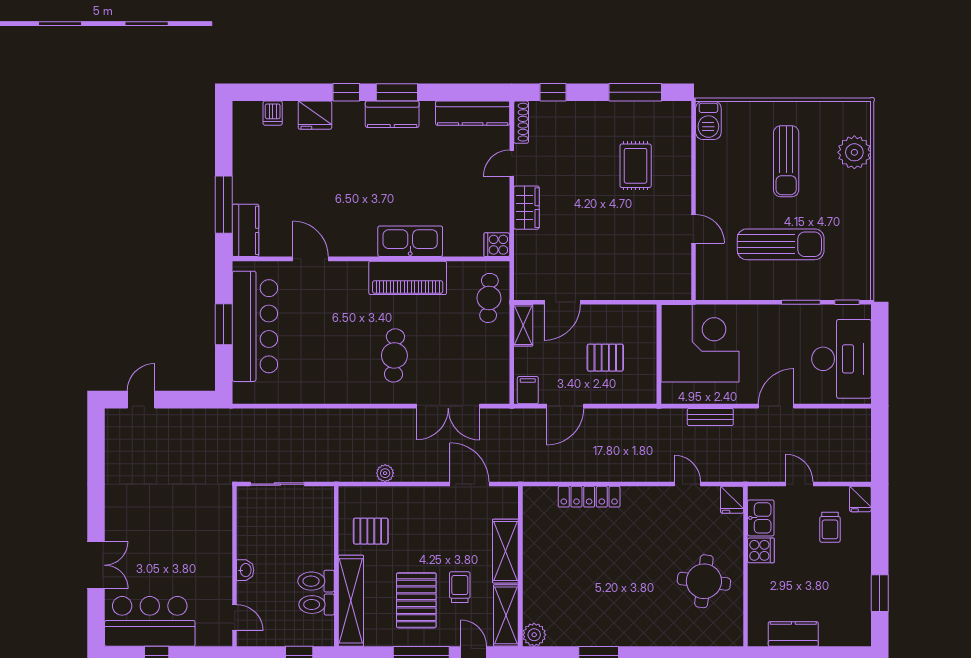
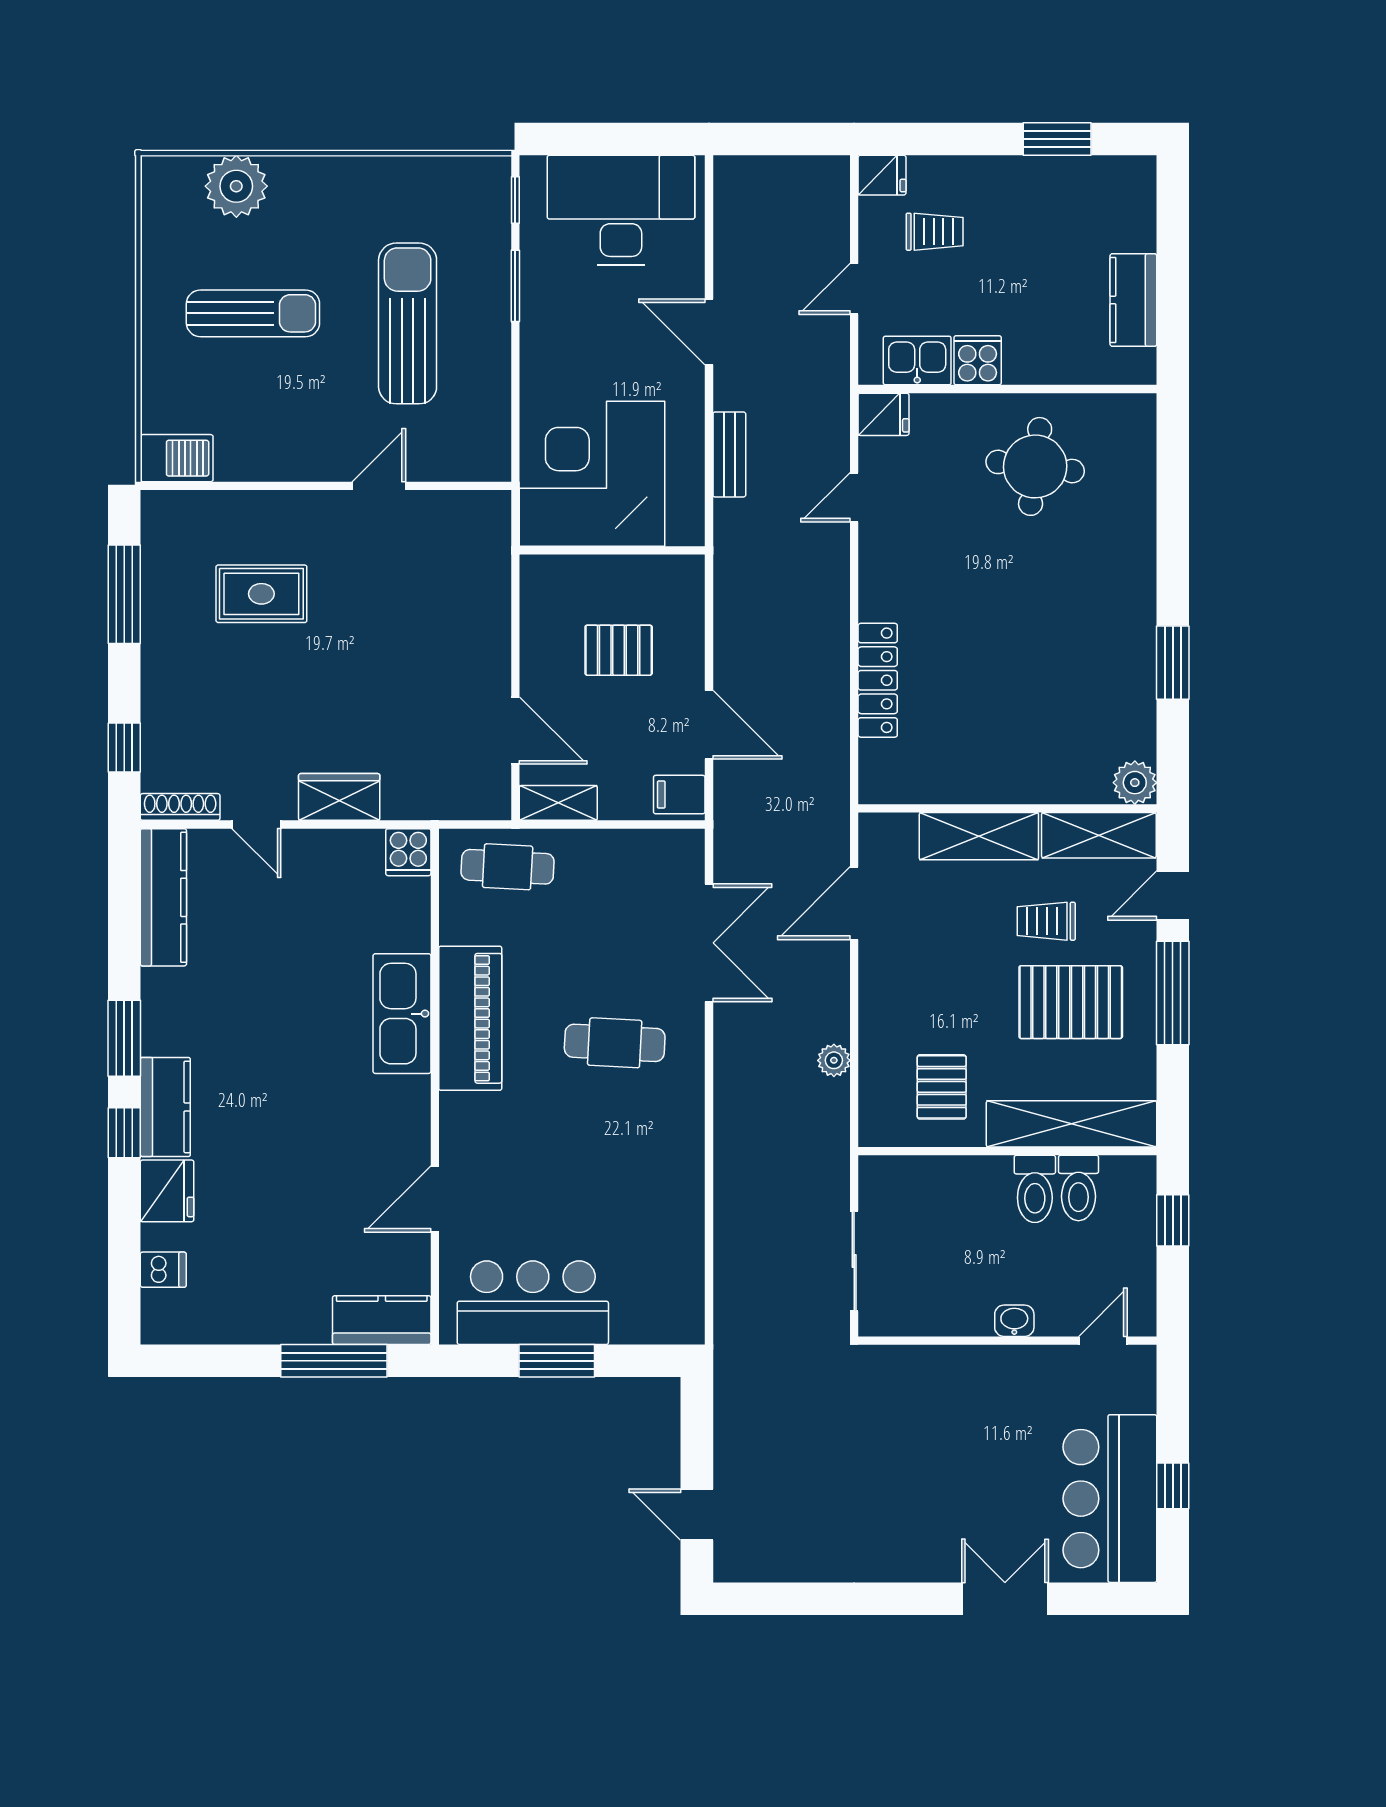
kitchen counter: (392, 114) -> (165, 1107), moved
bar counter: (255, 326) -> (533, 1303), width x0.73
pallet: (605, 358) -> (619, 650), turned 90

